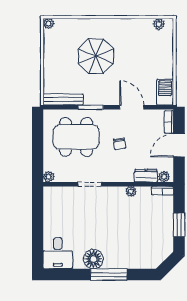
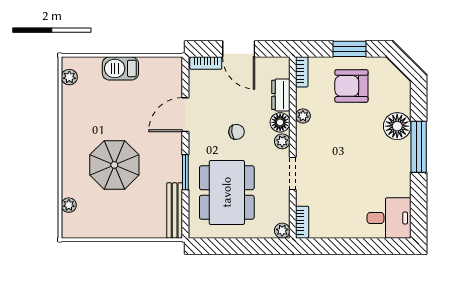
plant: (49, 24) -> (69, 205), moved
barbecue: (165, 92) -> (120, 68), moved
floor lamp: (126, 175) -> (280, 122), added
plant: (164, 177) -> (282, 141), moved
bookcase: (55, 191) -> (302, 222), added
armchair: (152, 226) -> (351, 86), added
floor lamp: (93, 259) -> (397, 126), moved

